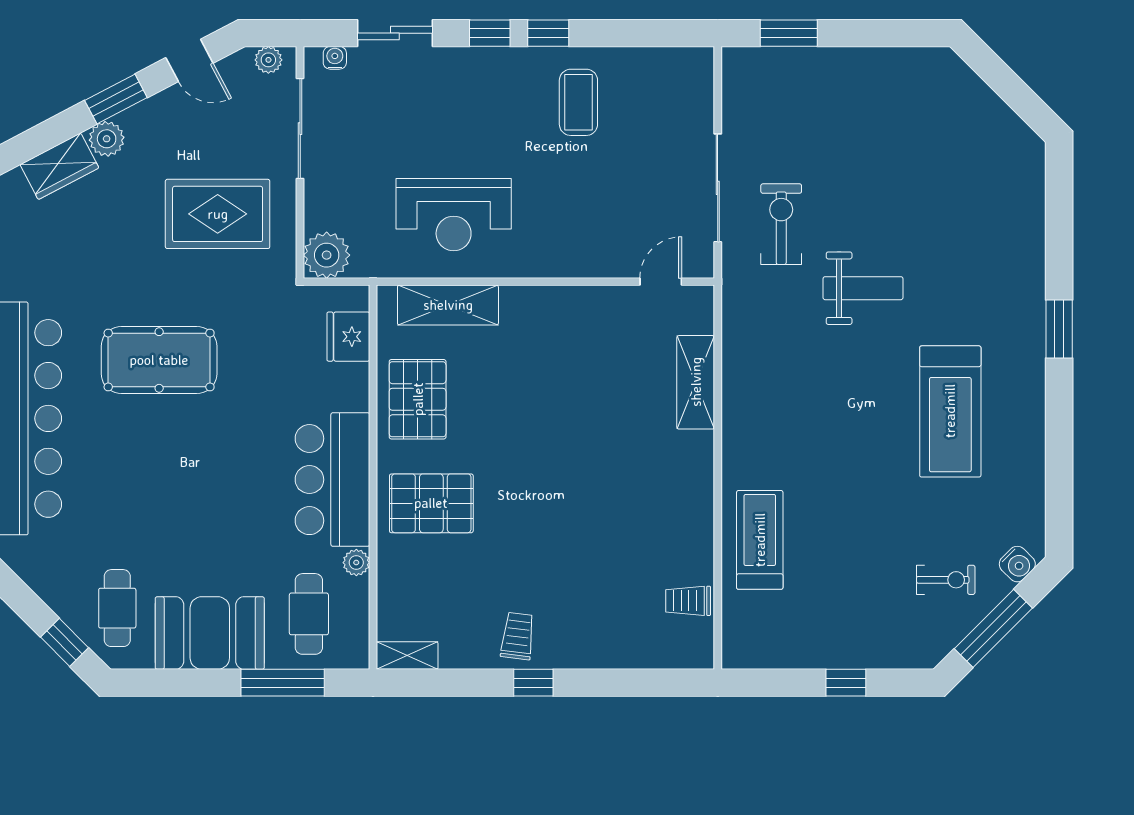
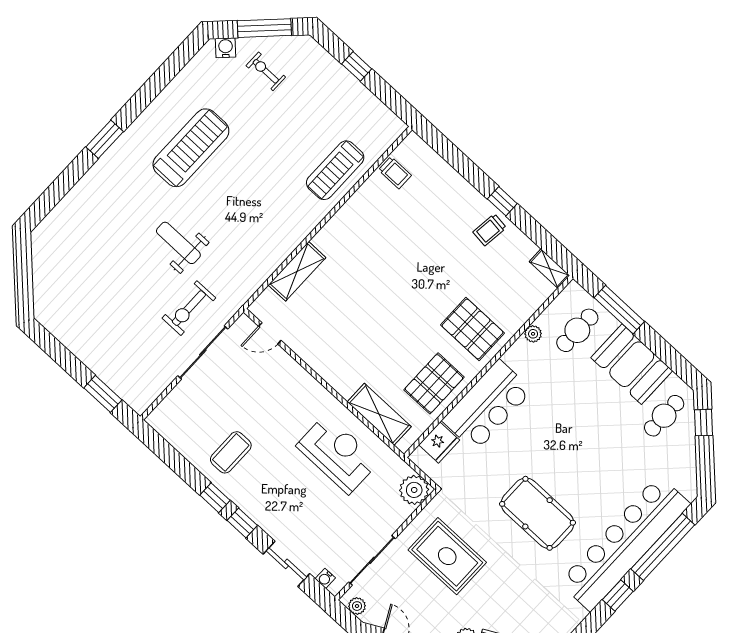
bar counter: (332, 480) -> (487, 405), moved

